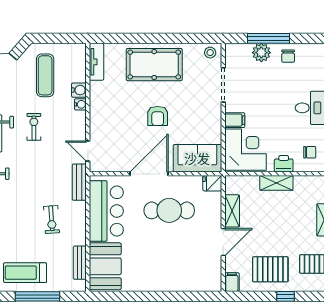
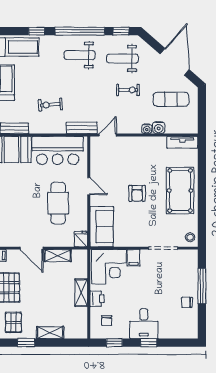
plant: (261, 53) -> (190, 280), removed
armchair: (158, 116) -> (137, 193), turned -90
door: (149, 174) -> (89, 186), width x0.53

